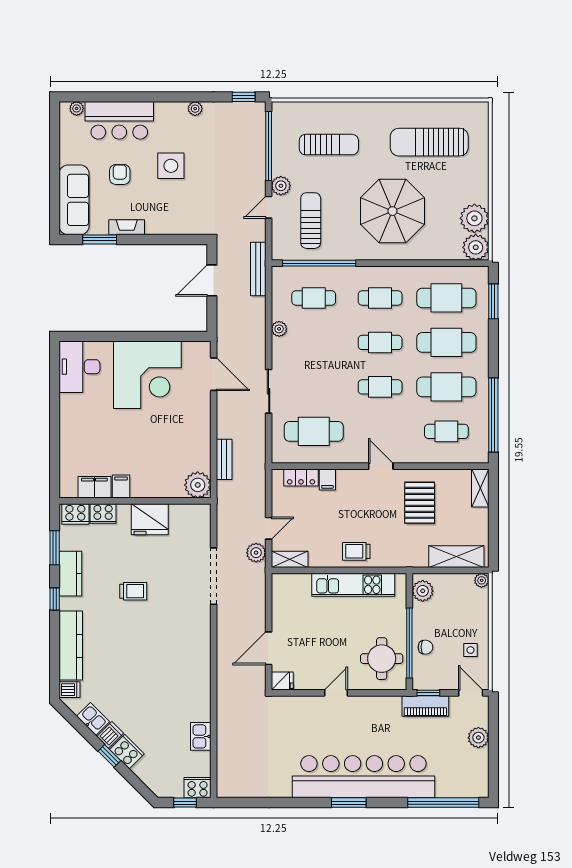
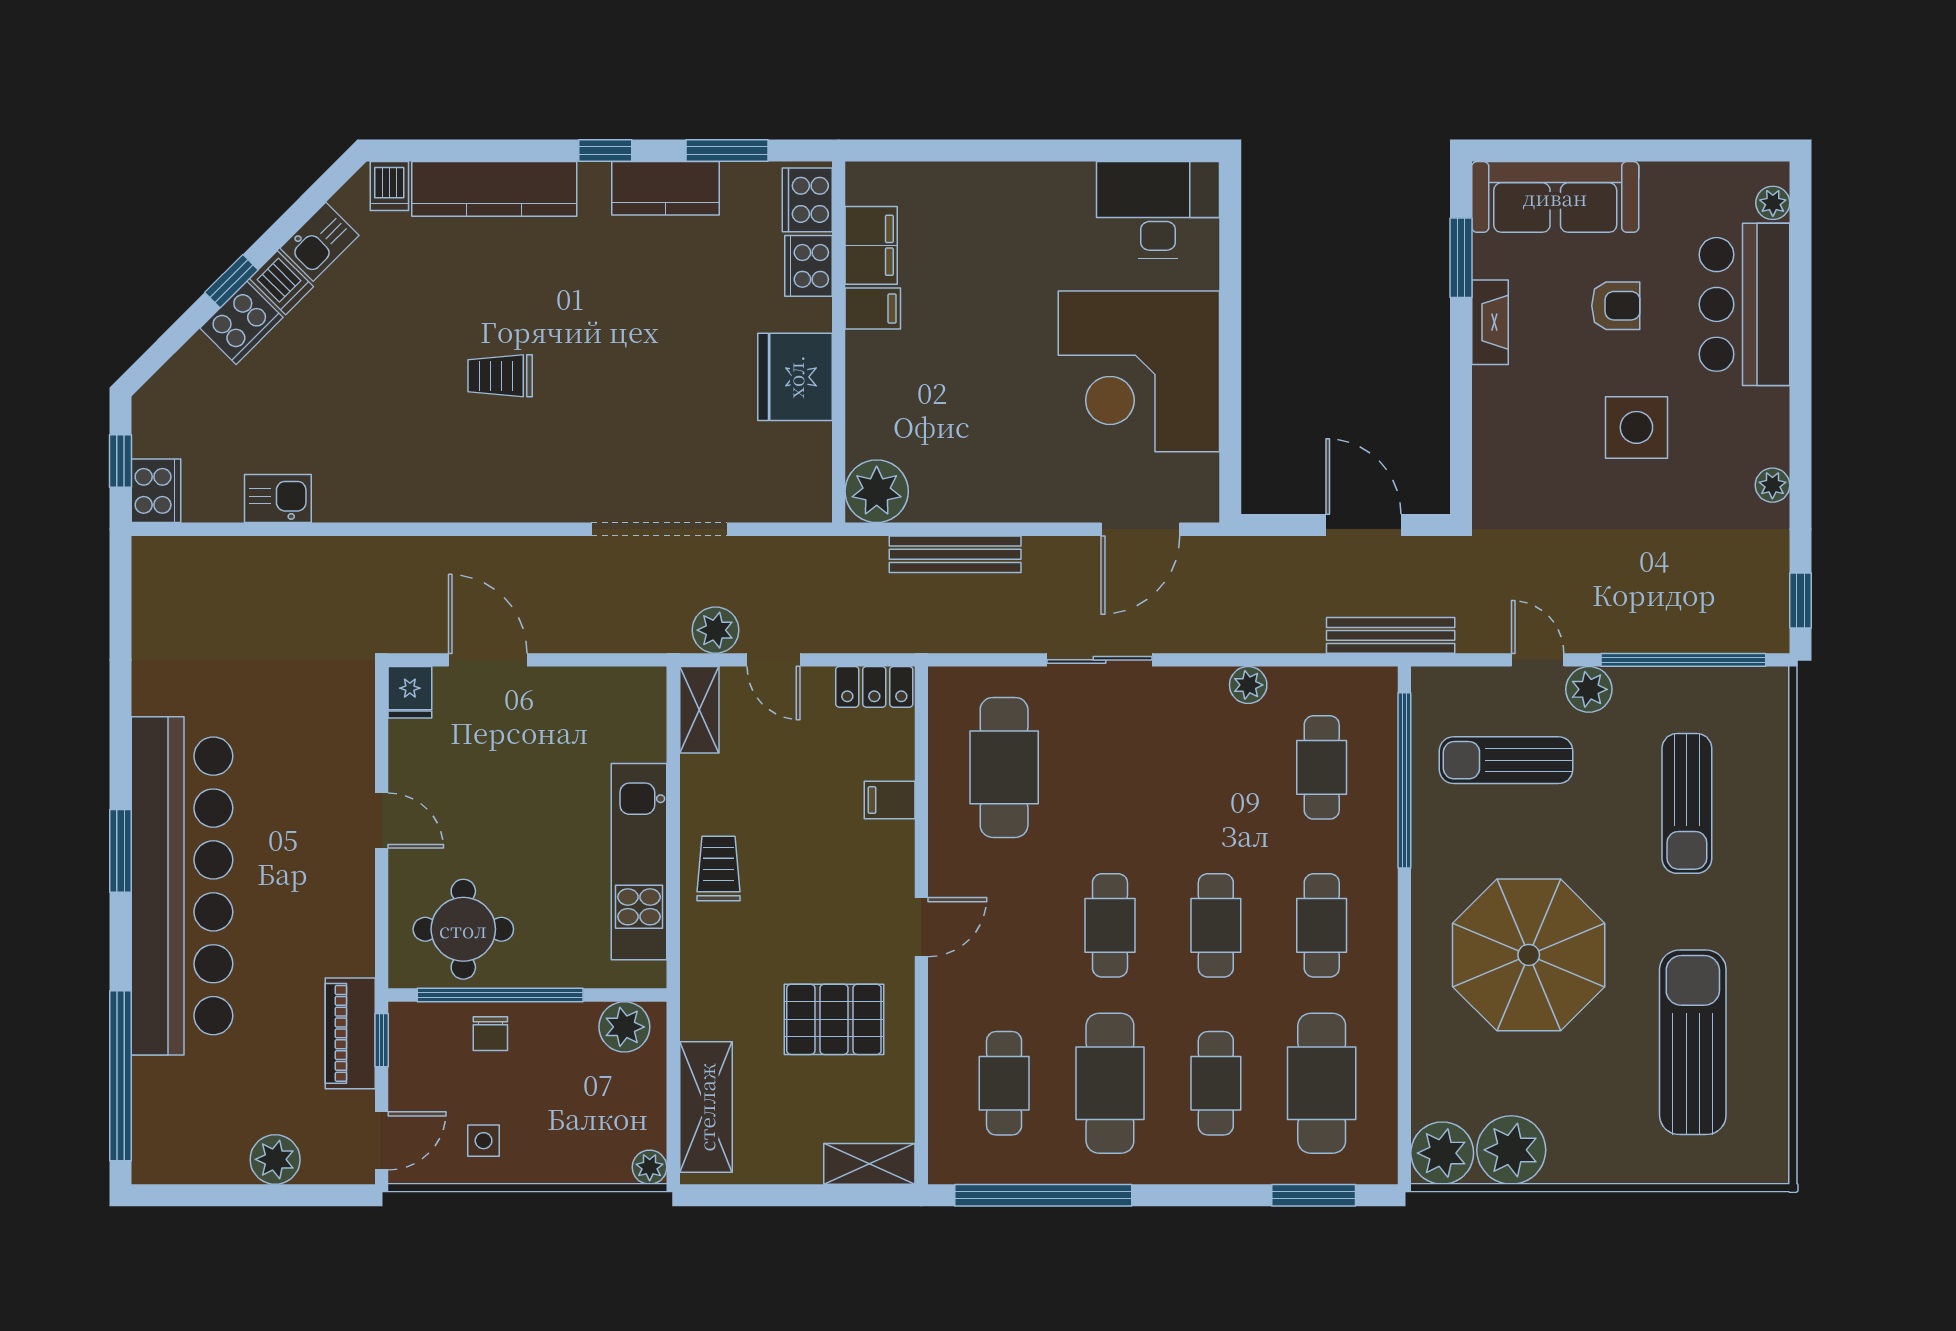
sun lounger: (311, 221) -> (1506, 760), turned 180
cafe table: (446, 342) -> (1216, 1083), width x0.73, depth x0.74
bench: (224, 459) -> (955, 554), width x1.36
locker: (301, 477) -> (874, 687), moved, turned -90
trolley: (133, 591) -> (500, 376), moved, turned 90

